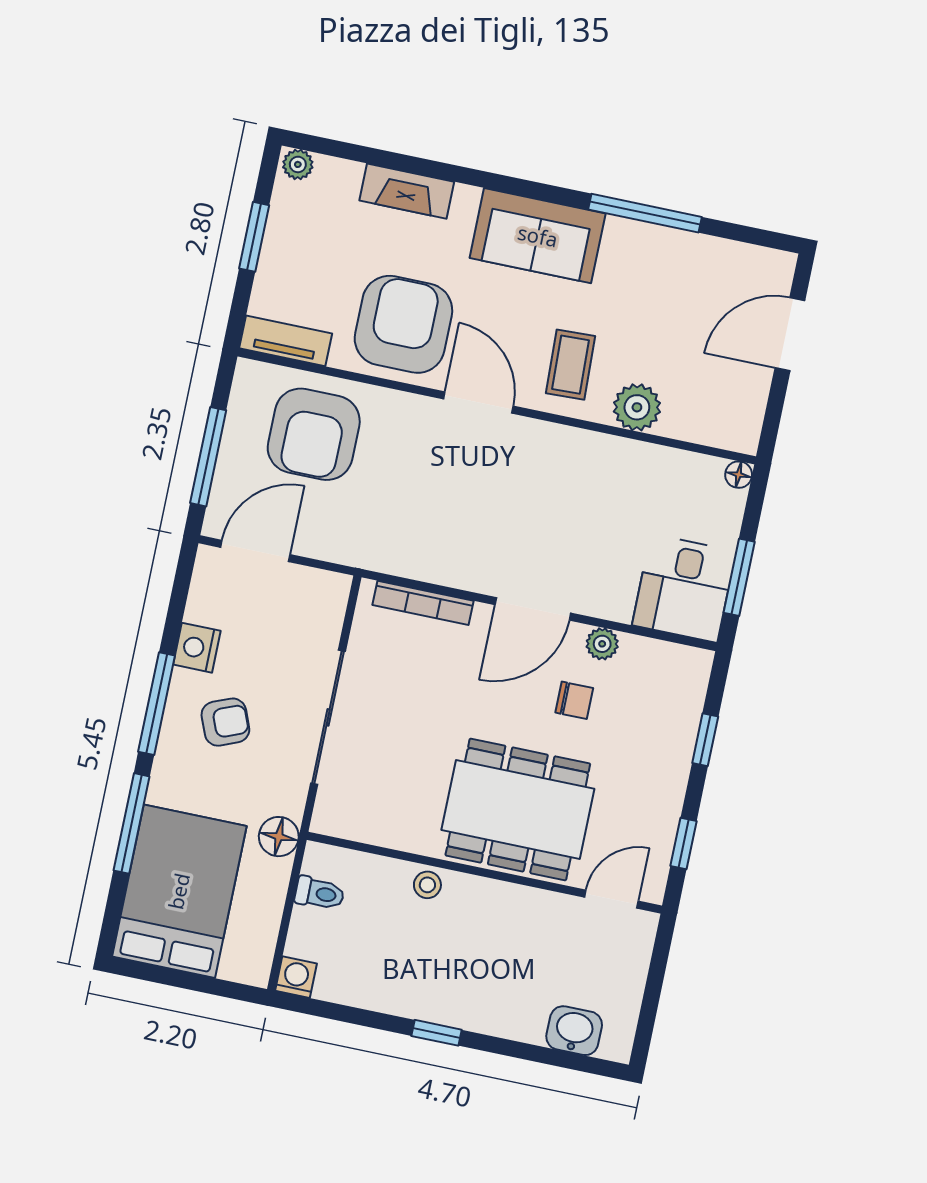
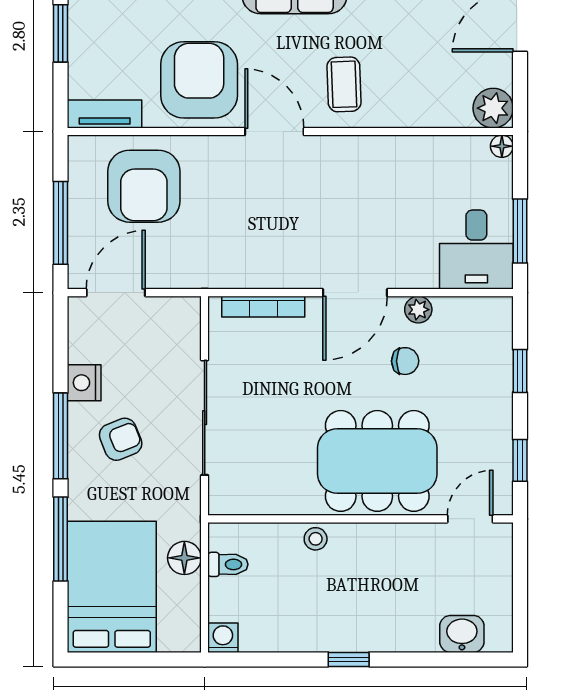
plant: (637, 407) -> (493, 108), moved
floor lamp: (279, 837) -> (184, 558), moved

